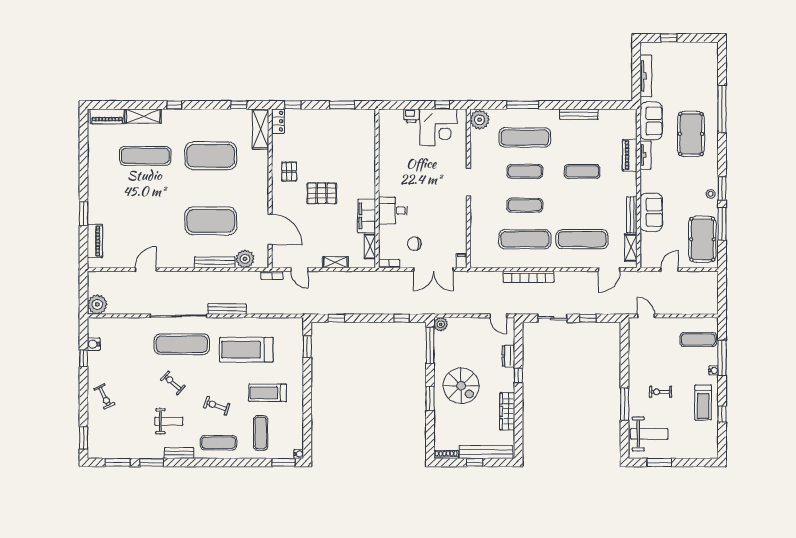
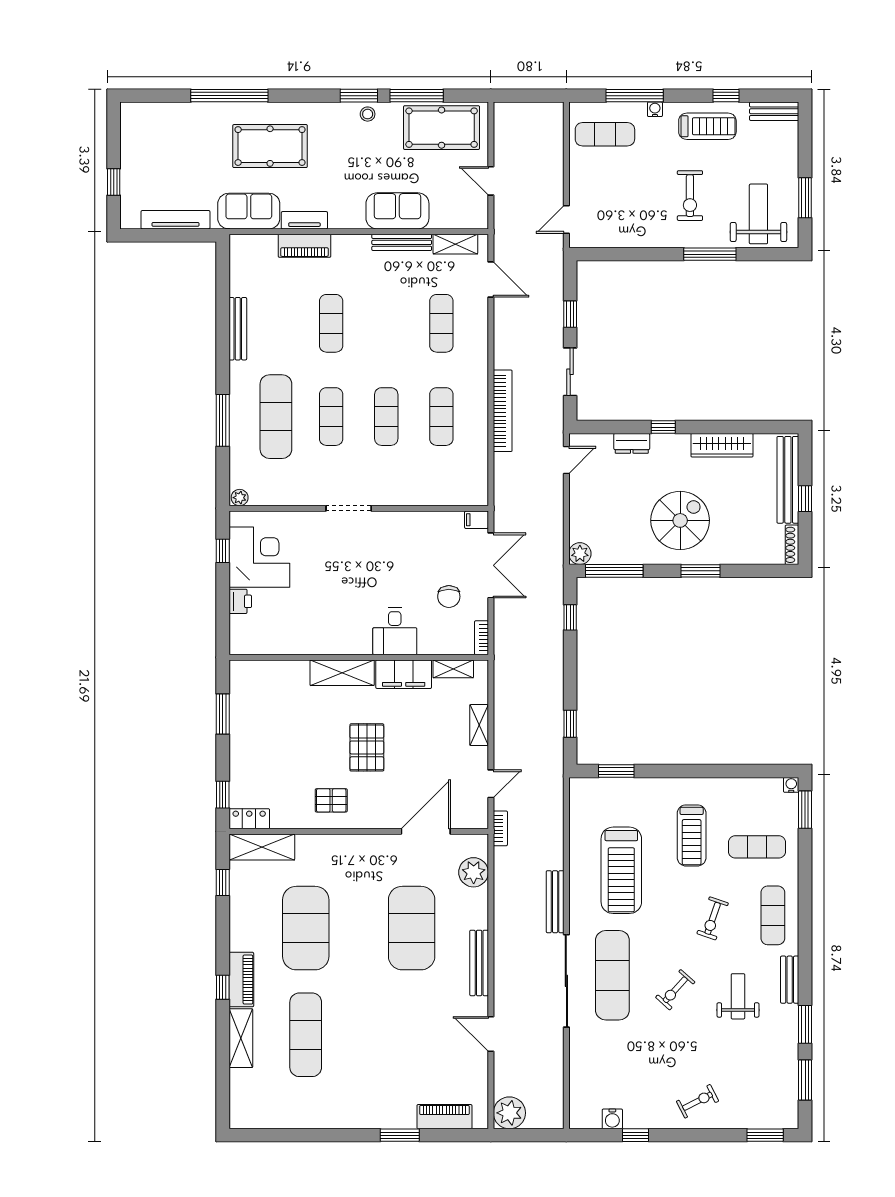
piano: (107, 116) -> (241, 980), moved
plant: (480, 120) -> (240, 498), width x0.53, depth x0.53
shelving: (368, 178) -> (342, 673), added
exercise mat: (525, 239) -> (441, 417), width x0.73, depth x0.69
exercise mat: (582, 239) -> (441, 323), width x0.73, depth x0.69
bench: (215, 262) -> (479, 963), moved
plant: (97, 304) -> (509, 1113), moved
exercise mat: (698, 340) -> (605, 134), turned 90
exercise bike: (661, 392) -> (690, 196), width x1.38, depth x1.39
bench: (712, 444) -> (774, 111), added

